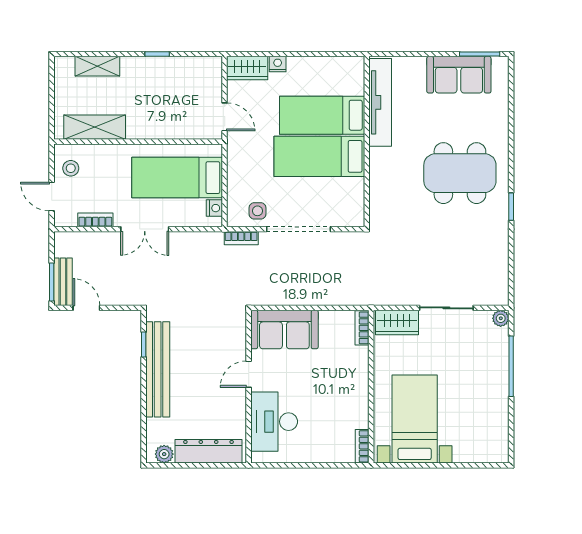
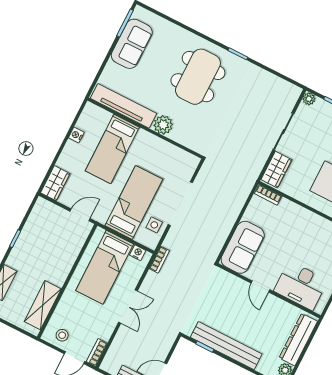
nightstand: (278, 64) -> (76, 135), moved
bed: (319, 156) -> (134, 202), moved, turned 180
plant: (382, 161) -> (163, 125), added
bookcase: (95, 220) -> (97, 352), moved
bookcase: (241, 238) -> (159, 260), moved

